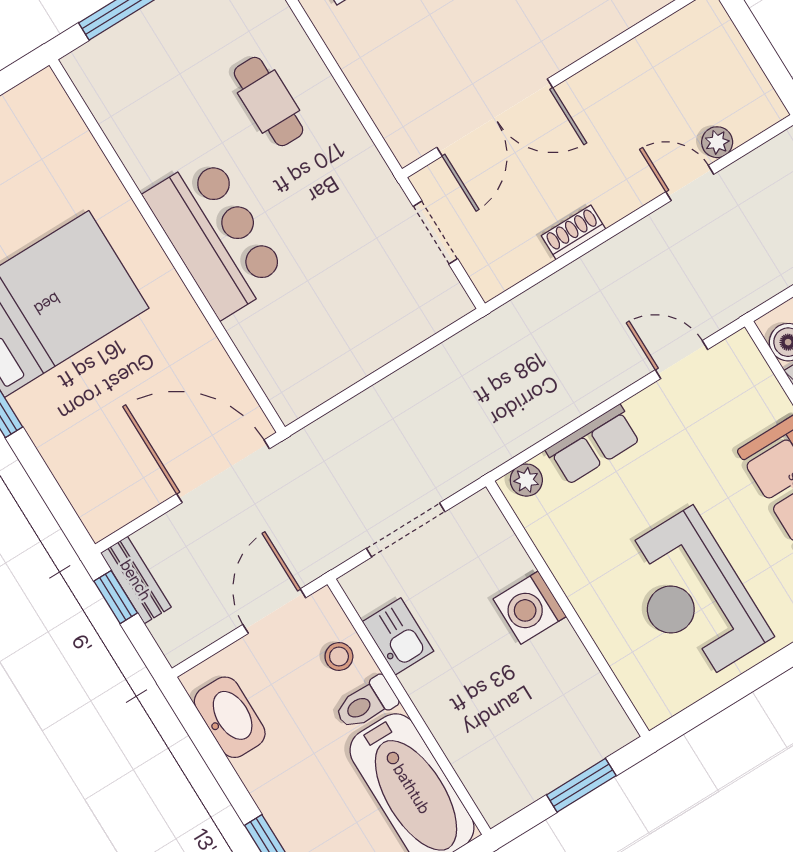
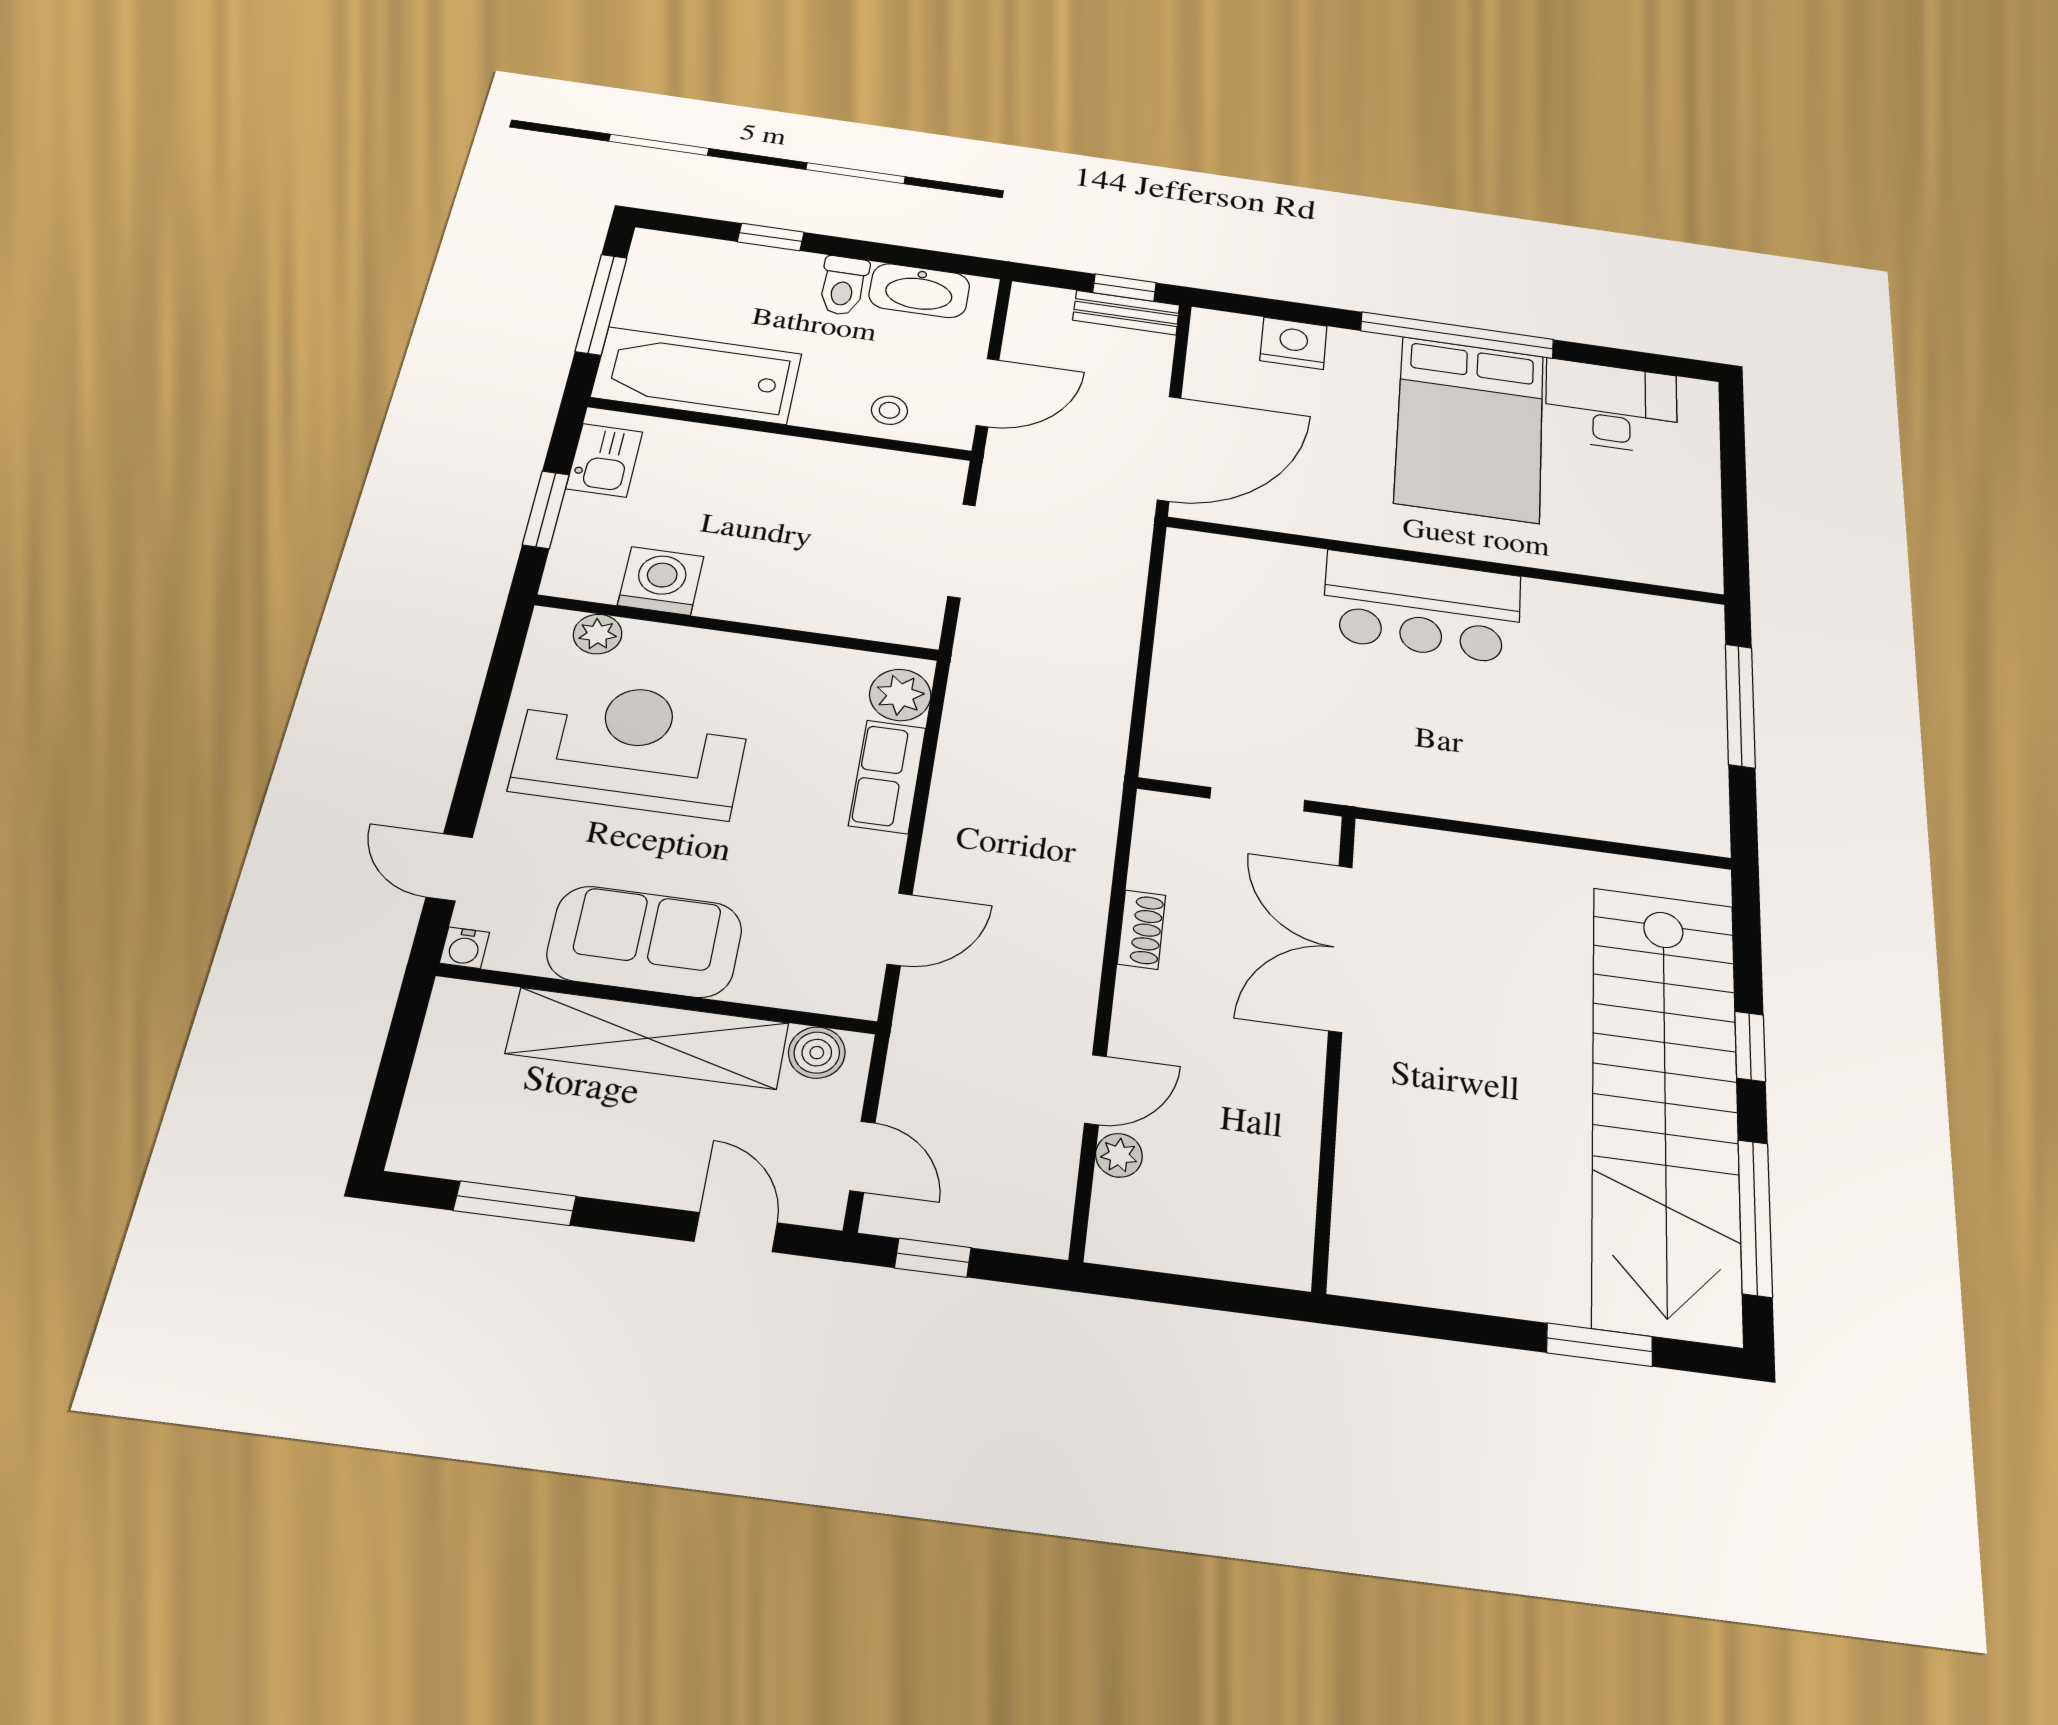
cafe table: (269, 102) -> (1533, 751), removed
nightstand: (70, 460) -> (1293, 343), added
plant: (526, 480) -> (900, 695), width x1.38, depth x1.38
washing machine: (530, 608) -> (661, 581), moved
door: (274, 611) -> (988, 392), hinge flipped
kitchen sink: (398, 636) -> (604, 460), moved, turned -90
plant: (638, 680) -> (598, 634), added
toilet: (366, 703) -> (843, 286), moved, turned 180

